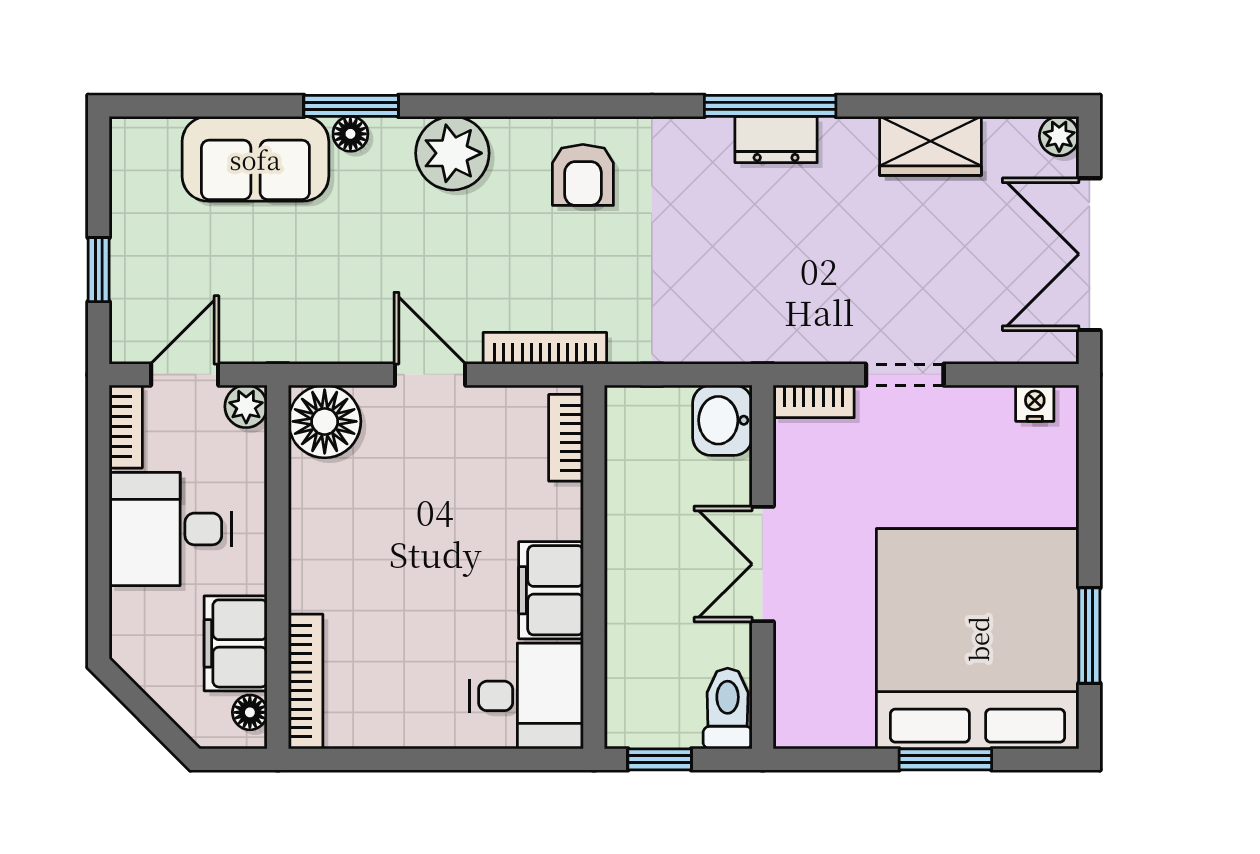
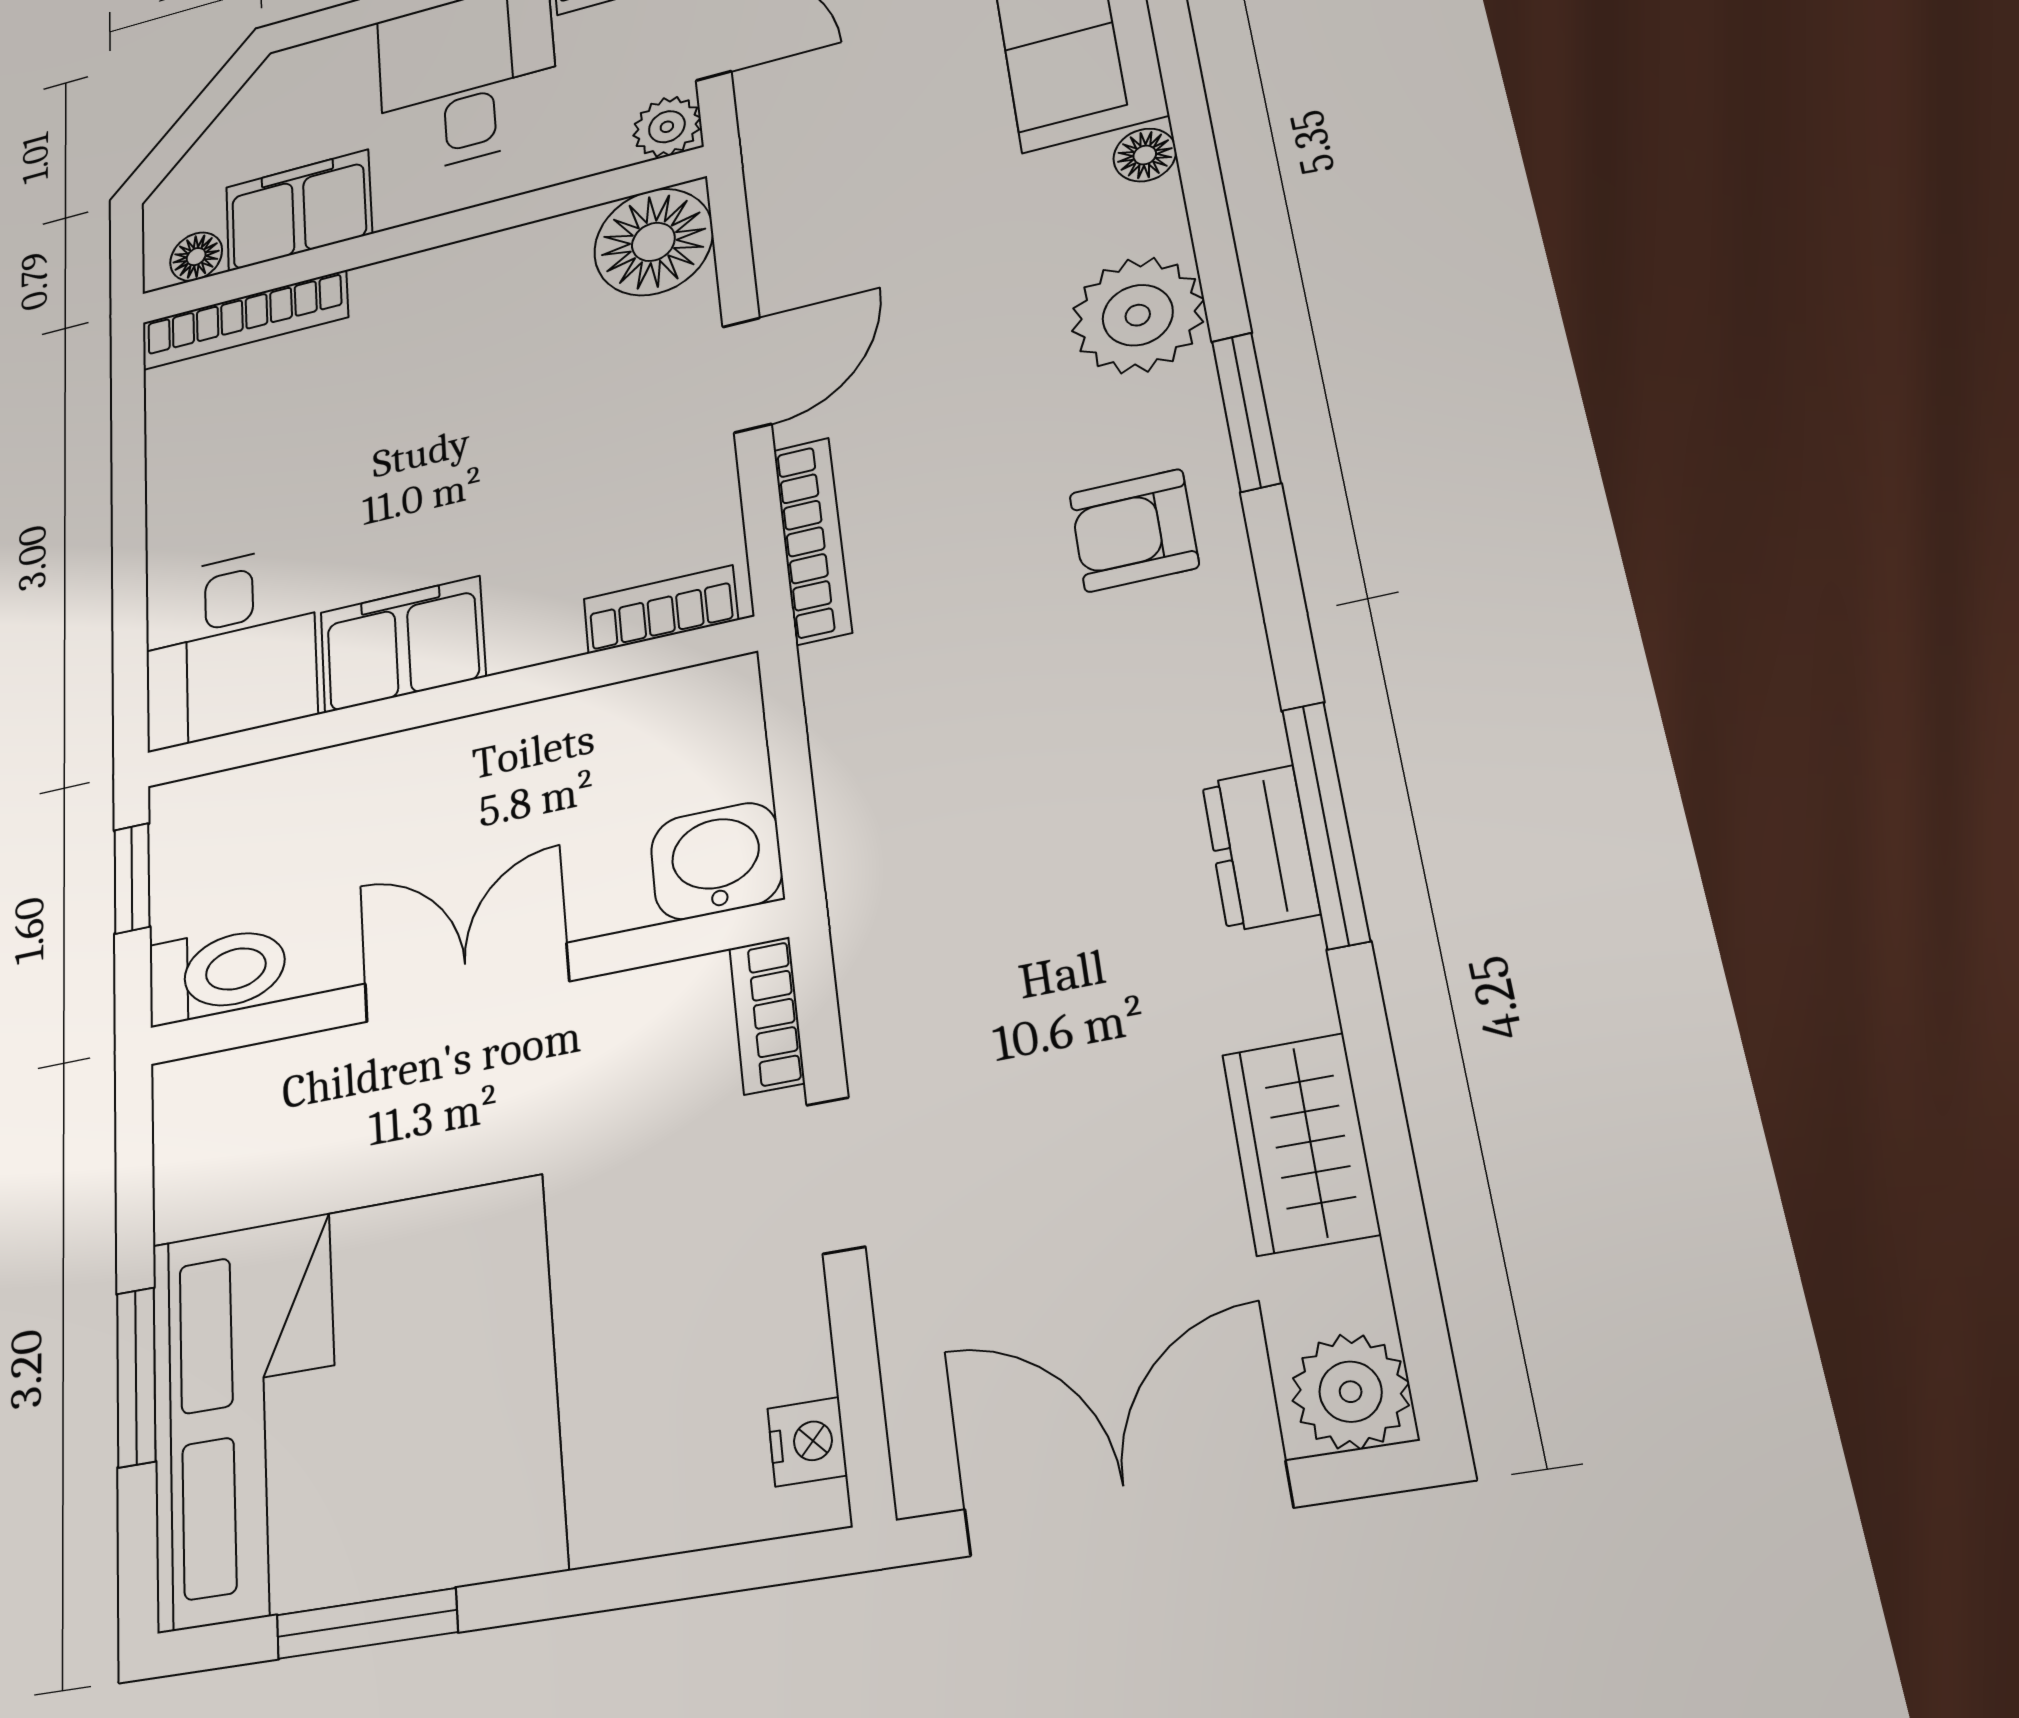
window: (351, 106) -> (1246, 412), moved
plant: (1059, 136) -> (1351, 1392), width x1.38, depth x1.38

